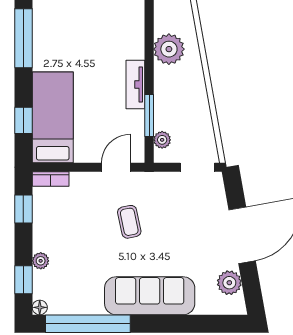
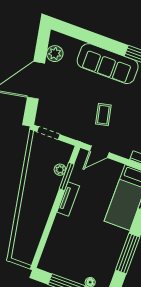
plant: (169, 49) -> (39, 213), removed
plant: (162, 140) -> (60, 170), moved

